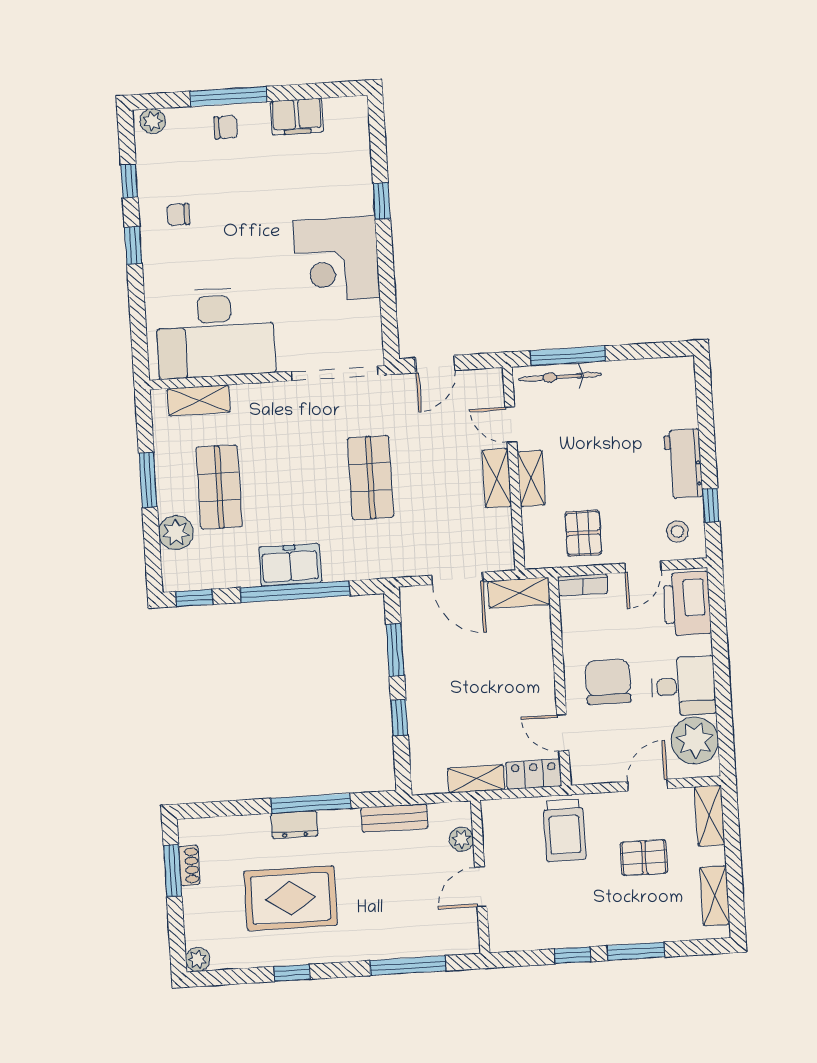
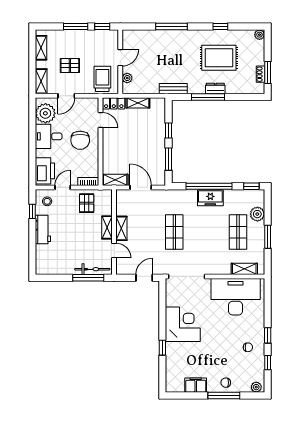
plant: (461, 839) -> (127, 78), moved
wall: (480, 877) -> (120, 62), moved
door: (481, 887) -> (120, 58), moved

